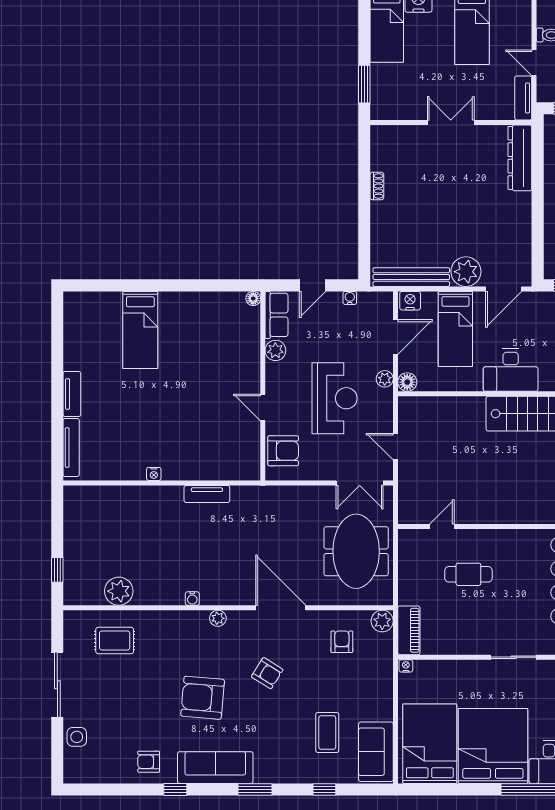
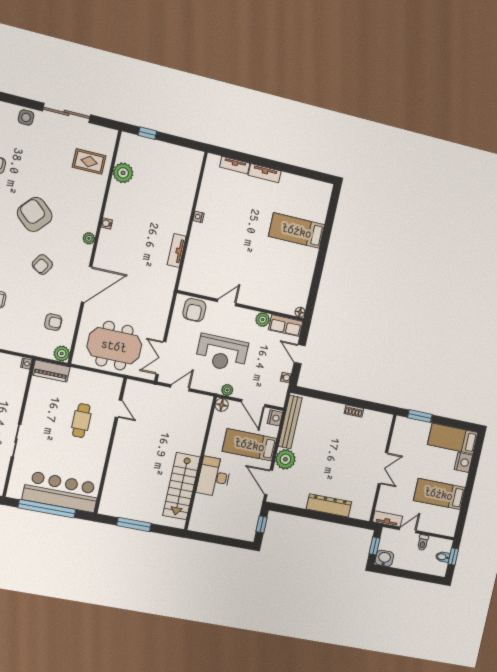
dresser: (520, 158) -> (329, 505), moved
tv unit: (71, 447) -> (235, 165), width x0.71
rug: (115, 641) -> (89, 162), turned 90
armchair: (203, 698) -> (35, 214), turned -53

